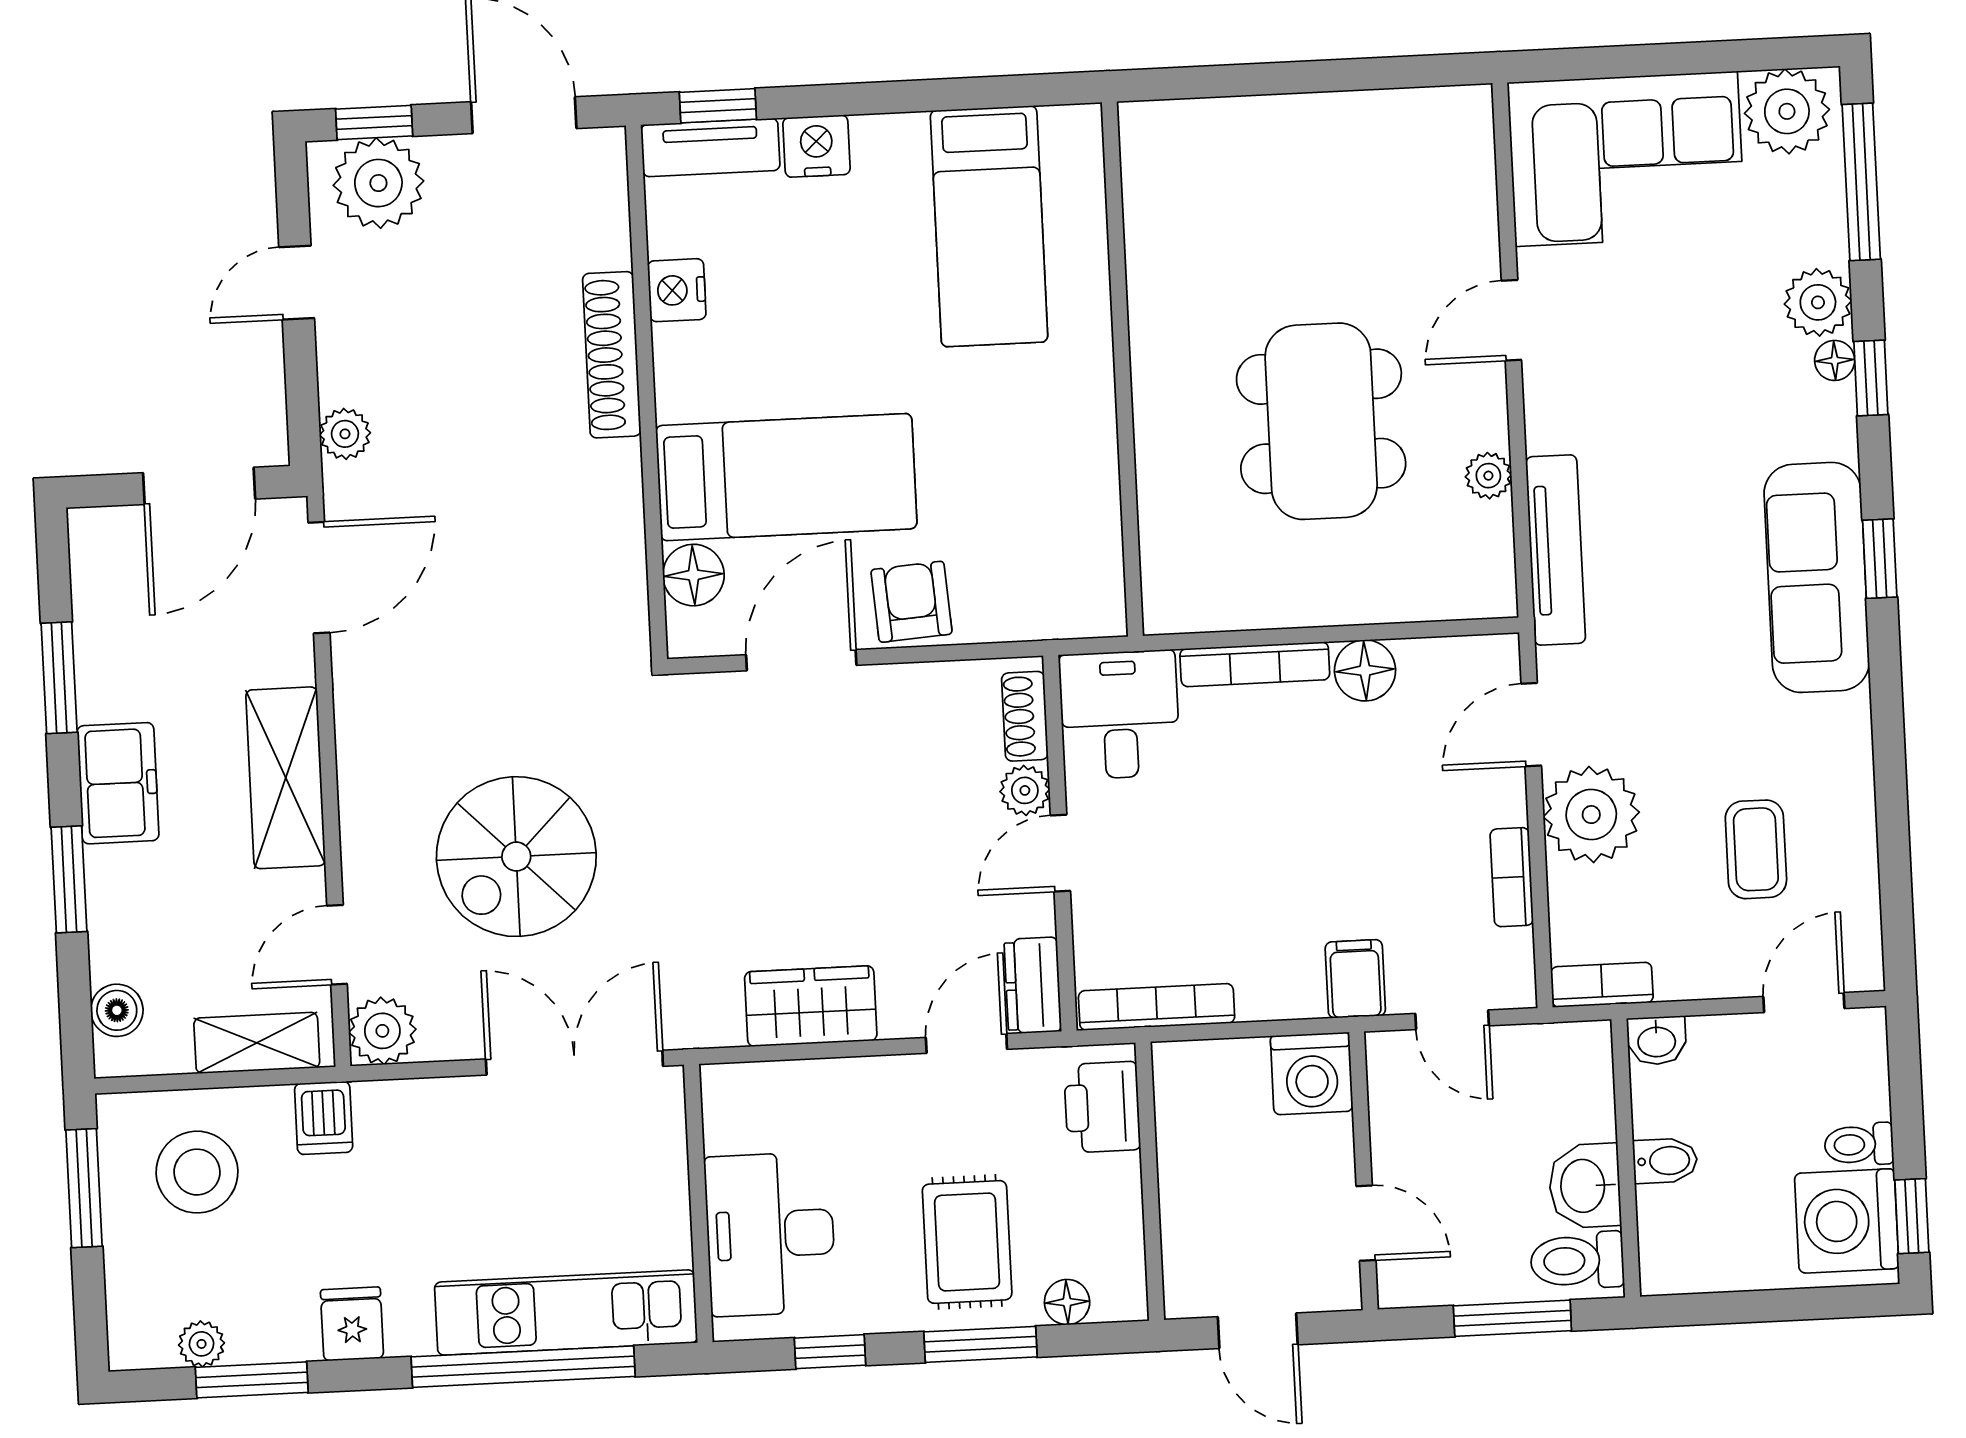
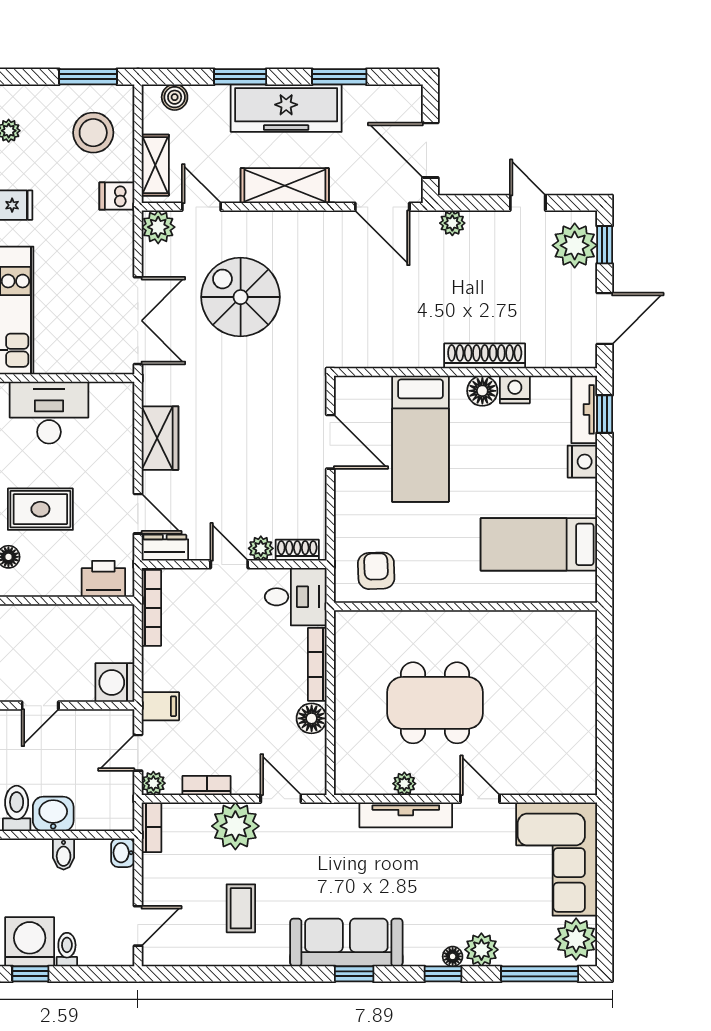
tv unit: (1556, 550) -> (406, 815), moved
floor lamp: (693, 575) -> (482, 391), moved
armchair: (911, 602) -> (376, 571), moved, turned -88
freezer: (118, 783) -> (286, 108), width x1.91, depth x1.26
coffee table: (1756, 849) -> (241, 908), moved, turned 90
plant: (1512, 985) -> (153, 783), added
door: (1804, 1002) -> (138, 926), hinge flipped

